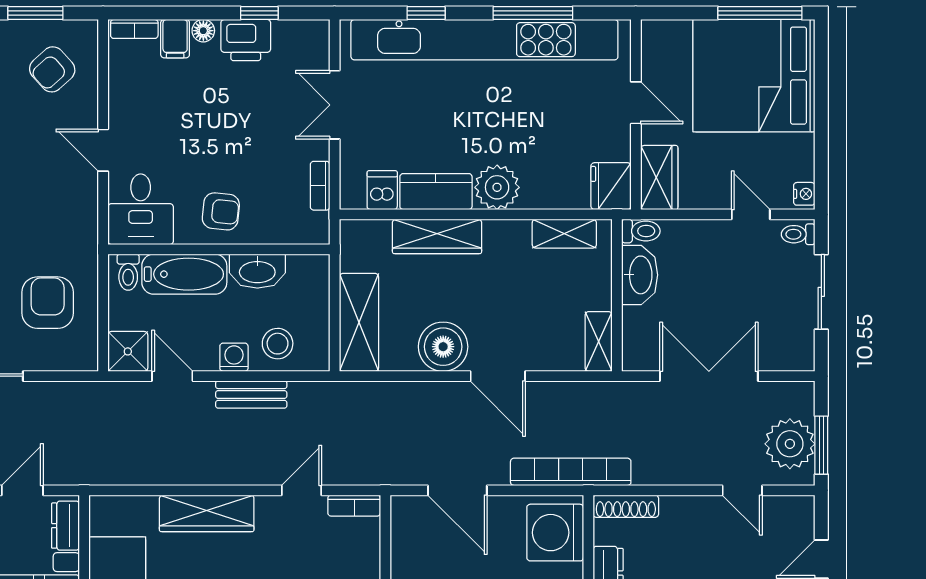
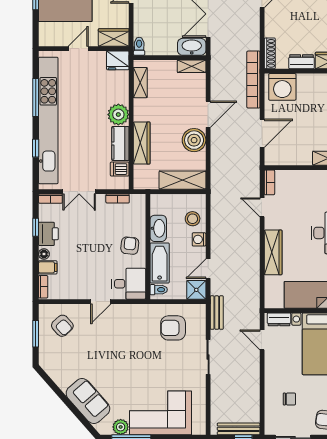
bookcase: (320, 44) -> (50, 199), added
washbasin: (640, 275) -> (192, 47), moved
bench: (251, 394) -> (217, 313), moved

